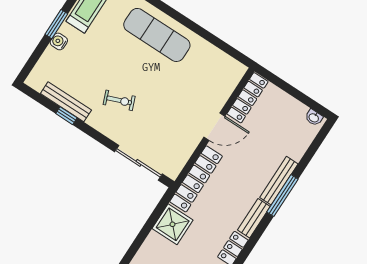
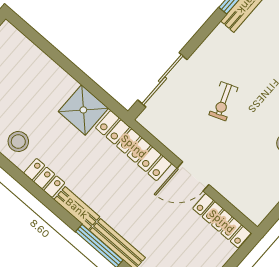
exercise bike: (119, 100) -> (223, 101), moved
door: (214, 127) -> (193, 176), hinge flipped

